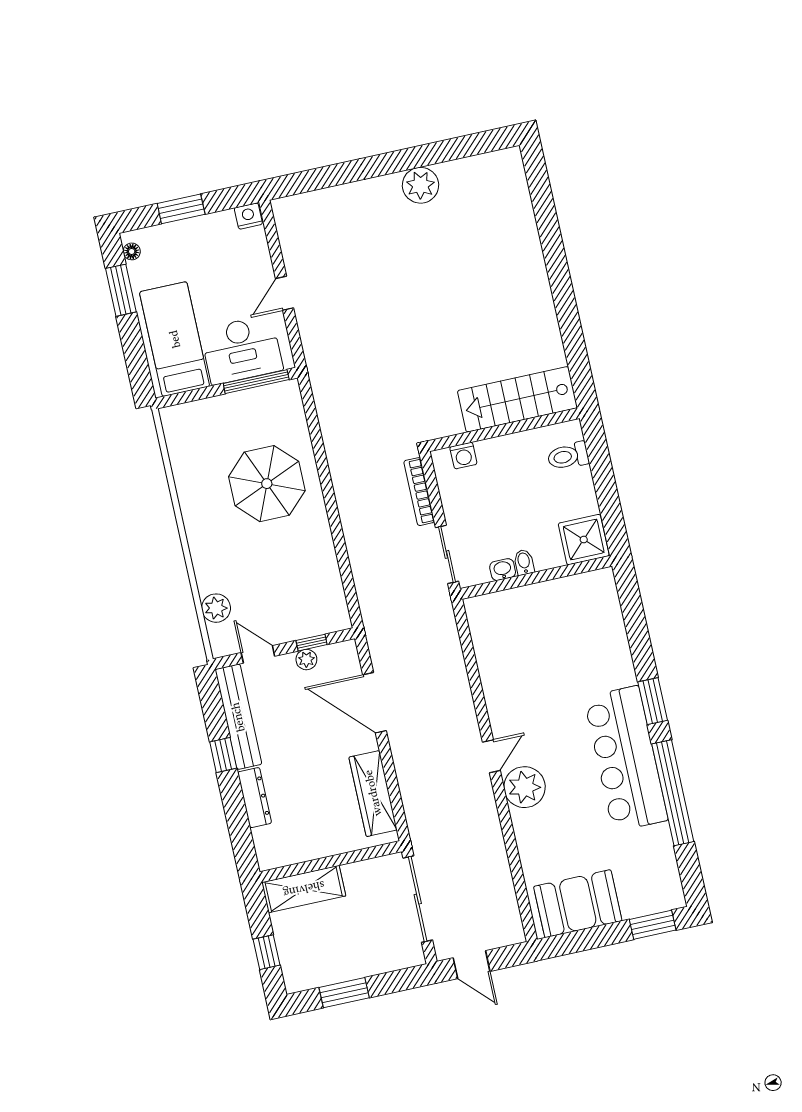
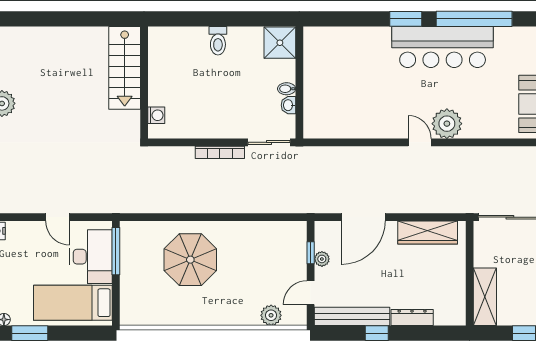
stairs: (517, 399) -> (125, 68), moved
wall: (504, 430) -> (144, 83), moved
washing machine: (463, 455) -> (156, 115), moved

